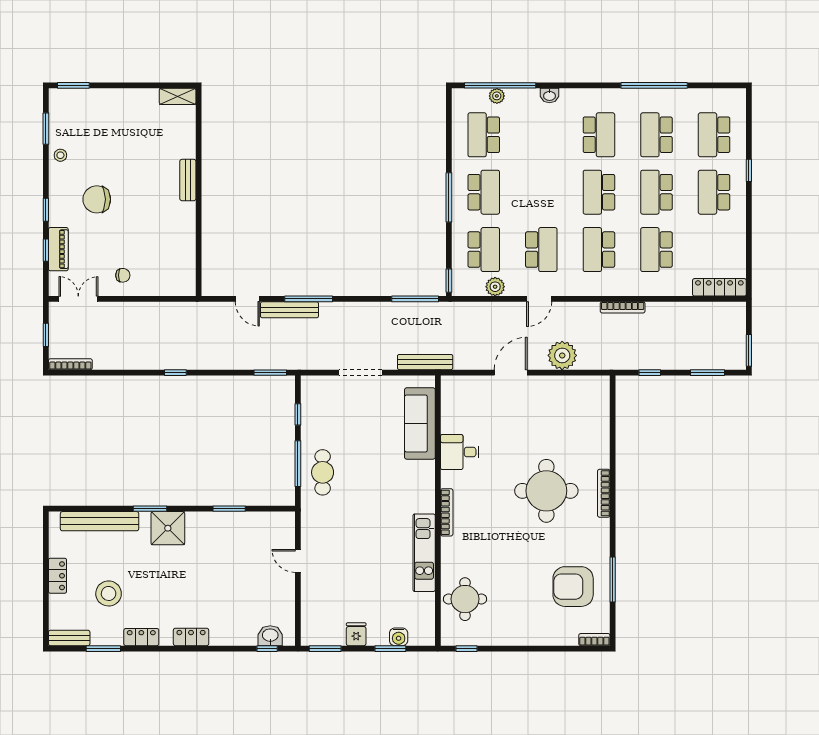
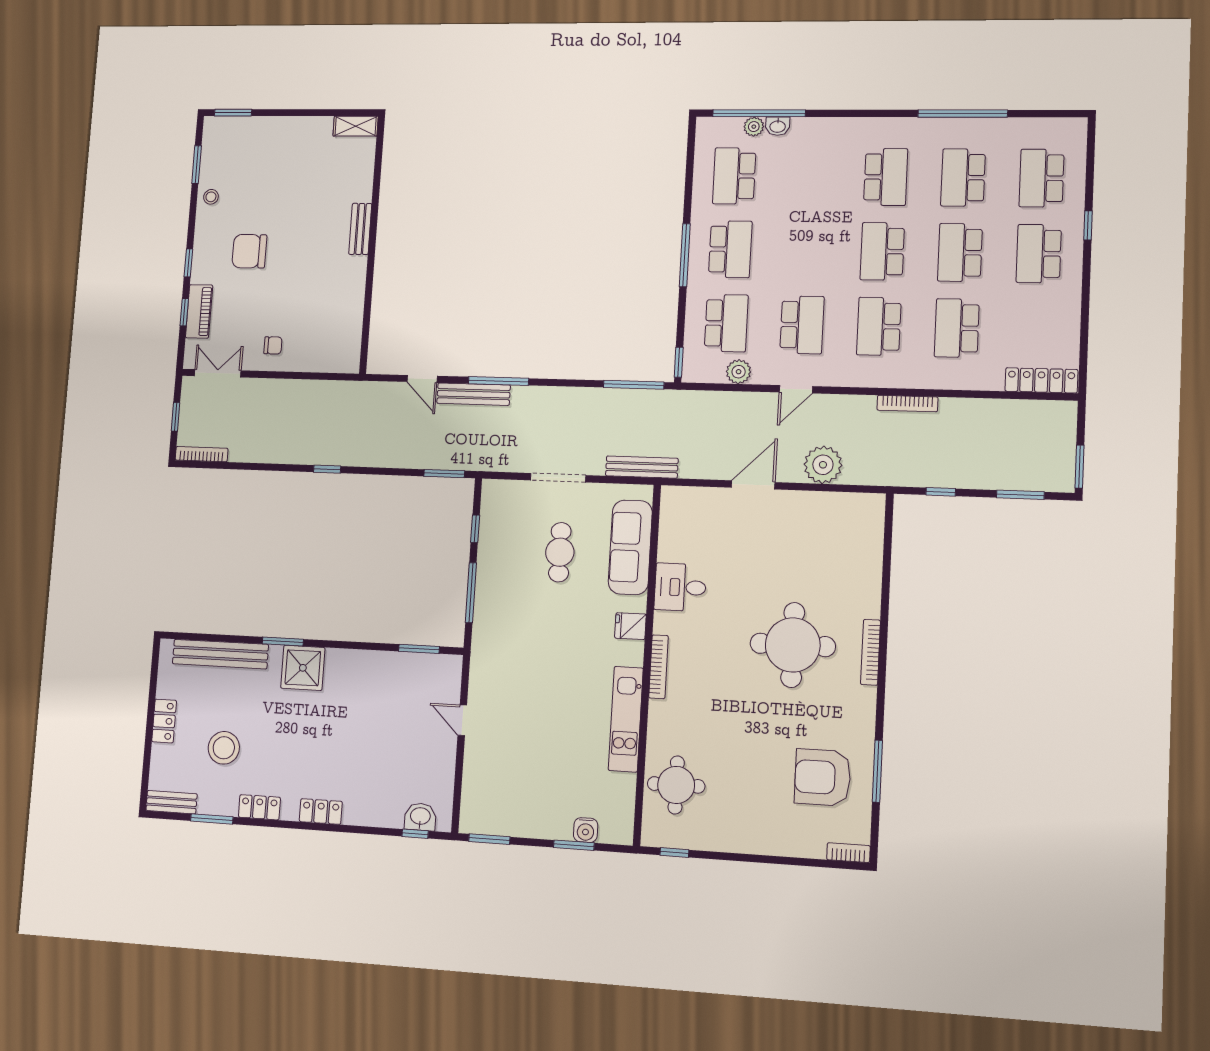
washbasin: (549, 96) -> (778, 126), moved
cafe table: (323, 472) -> (560, 552), moved
window: (229, 509) -> (419, 649), moved
fridge: (356, 634) -> (630, 626), moved, turned -90

